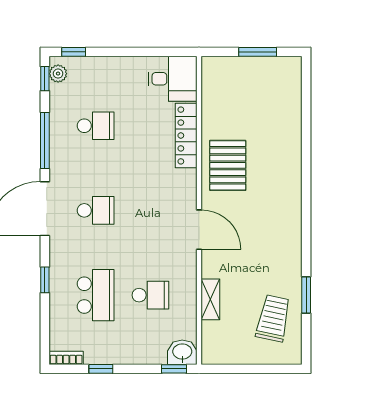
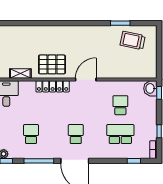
locker: (186, 135) -> (53, 86), moved
window: (45, 280) -> (134, 161), moved
shelving: (210, 299) -> (20, 74), moved

